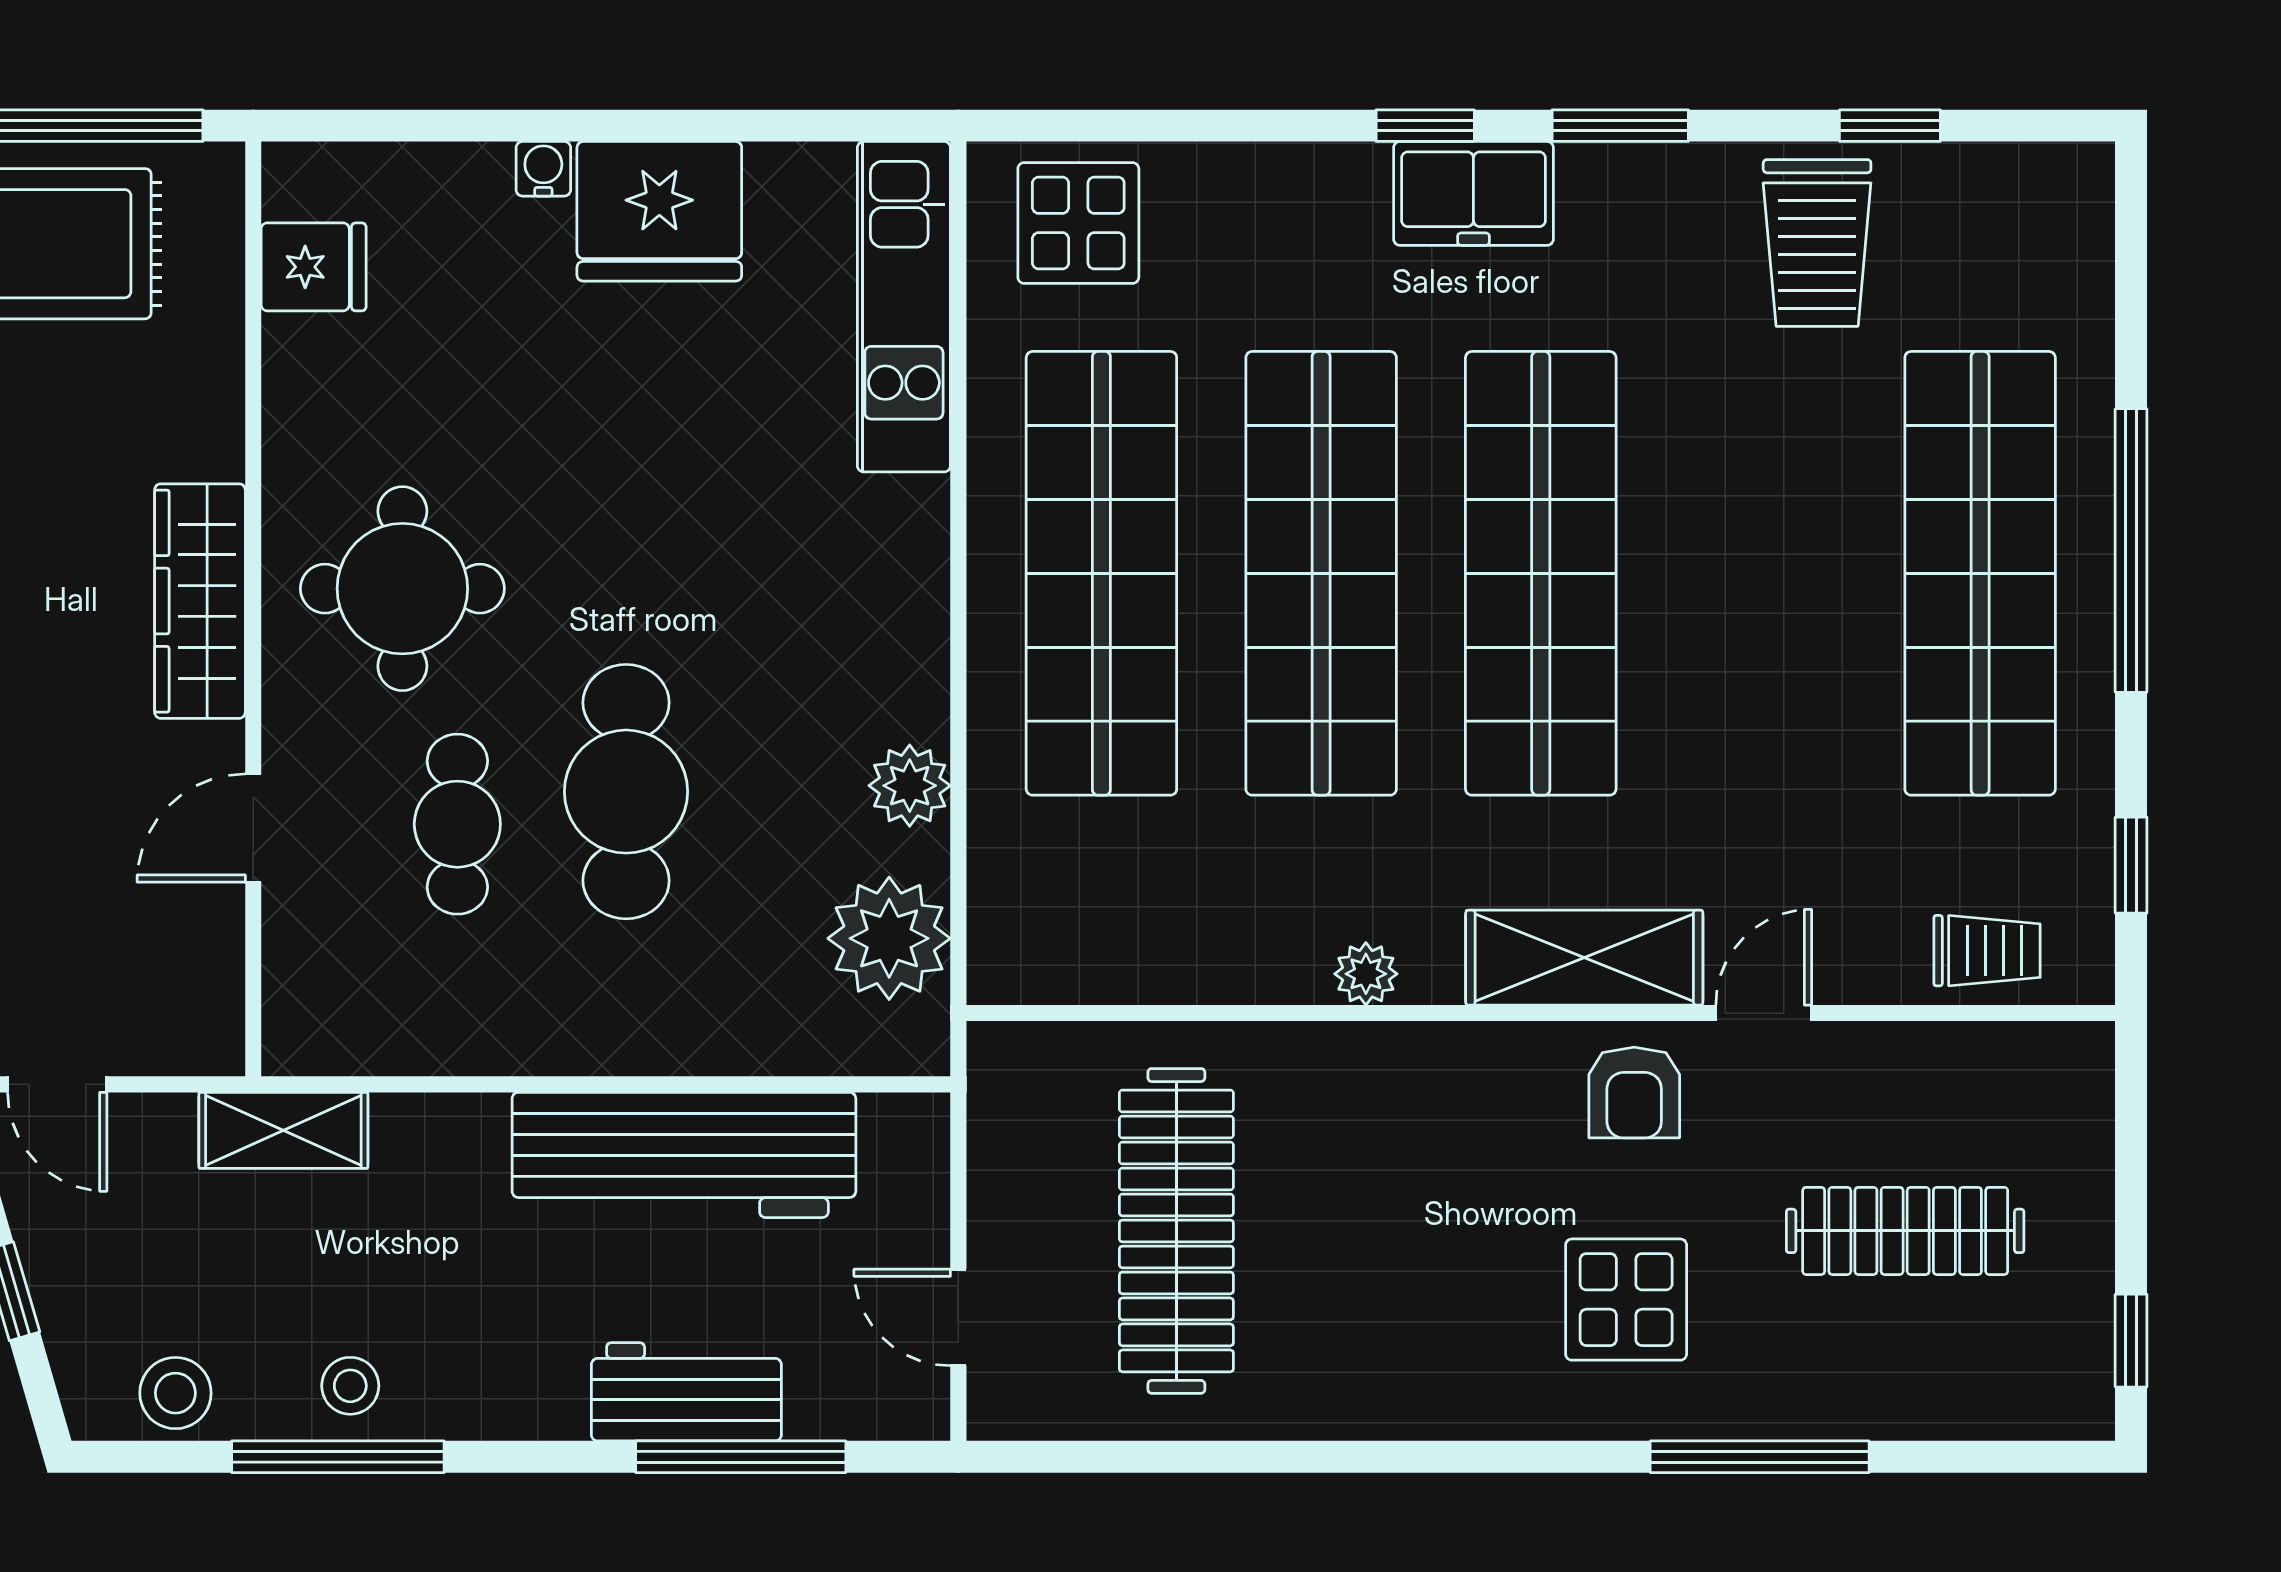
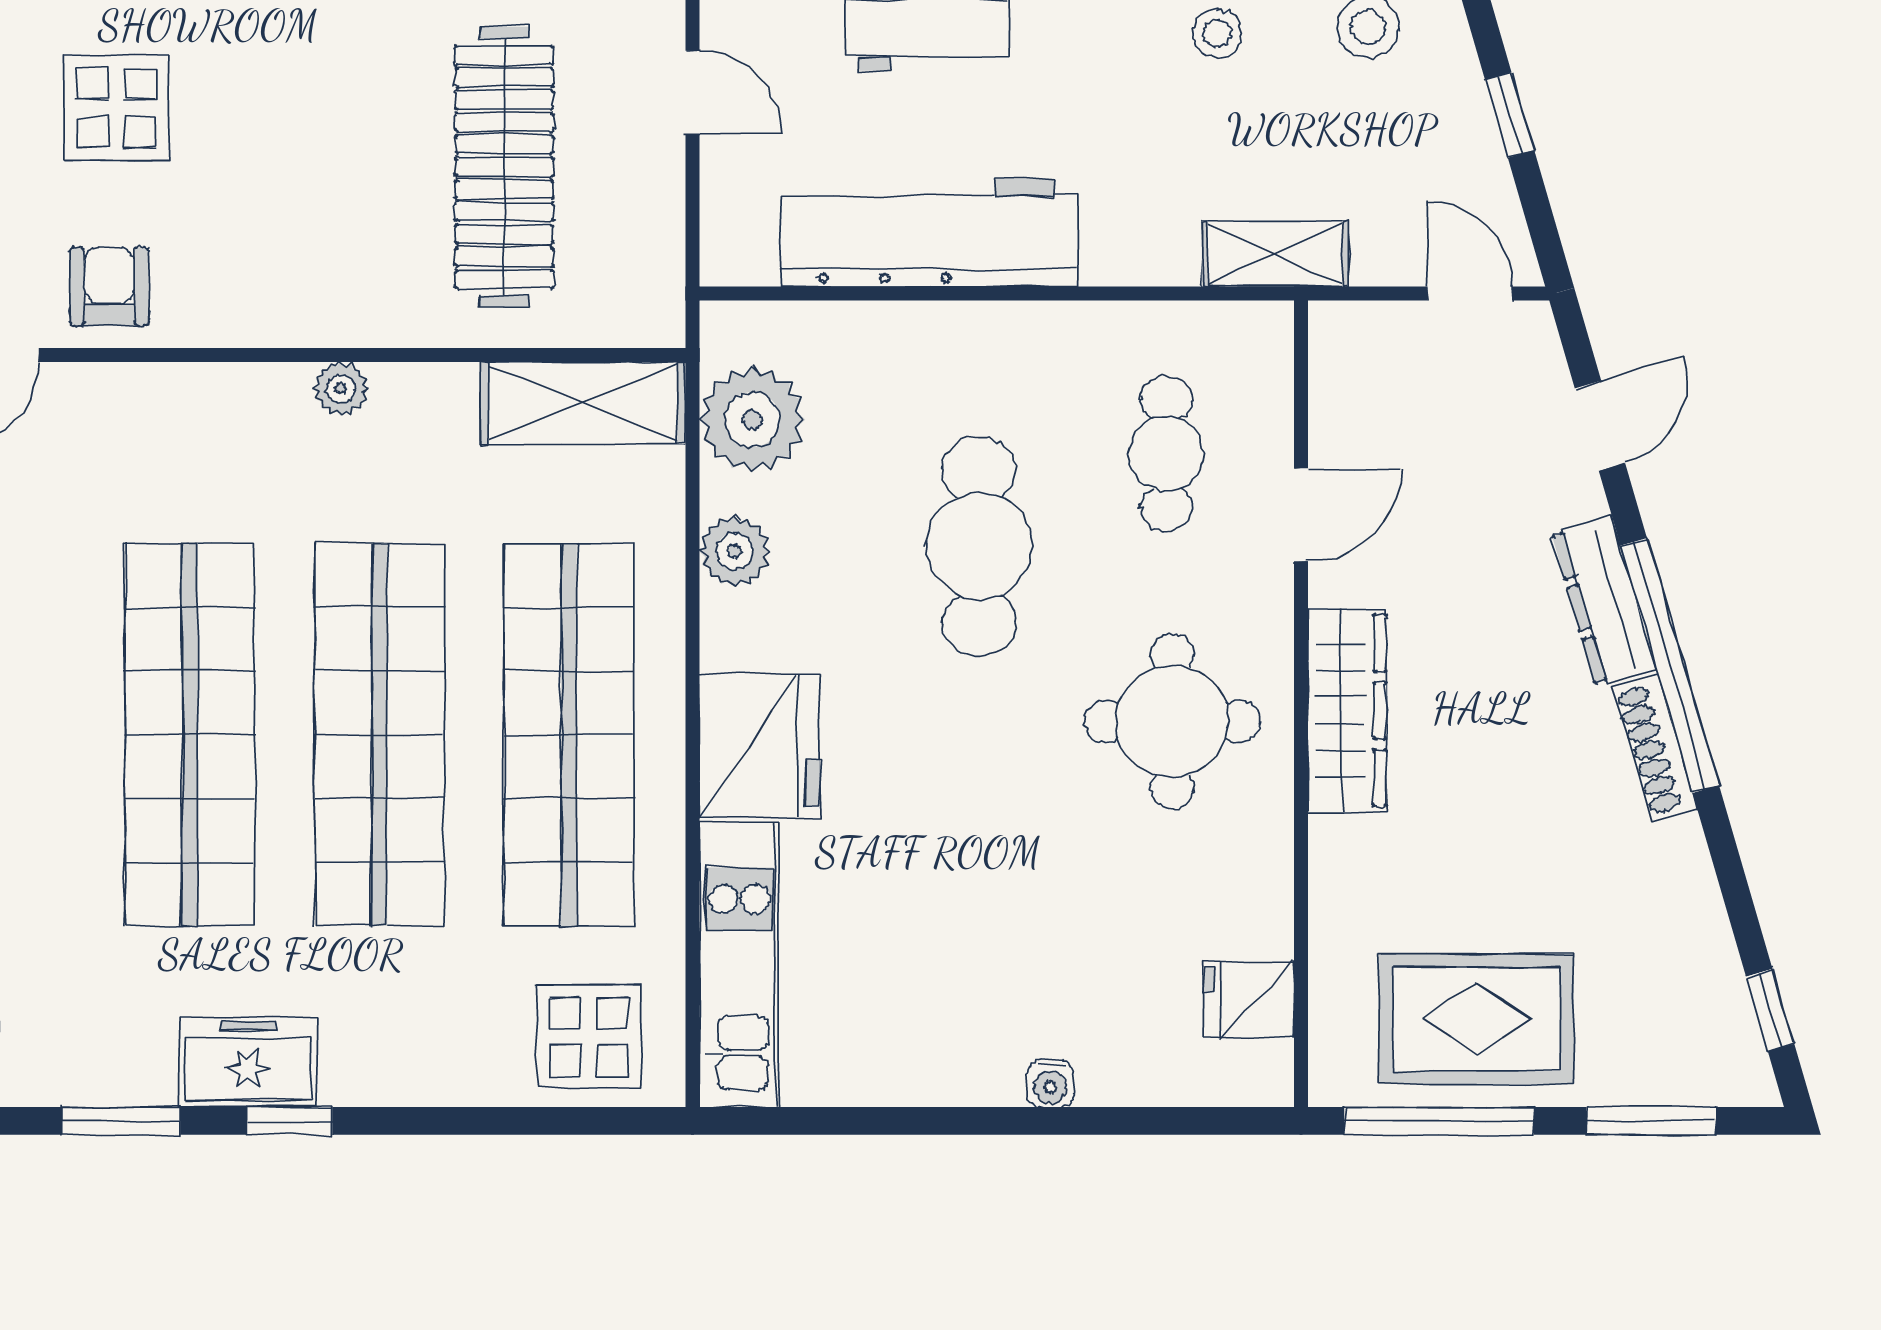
fridge: (659, 211) -> (759, 745), moved, turned 90
cafe table: (457, 824) -> (1166, 454), moved
shelving: (1584, 958) -> (583, 403), moved

